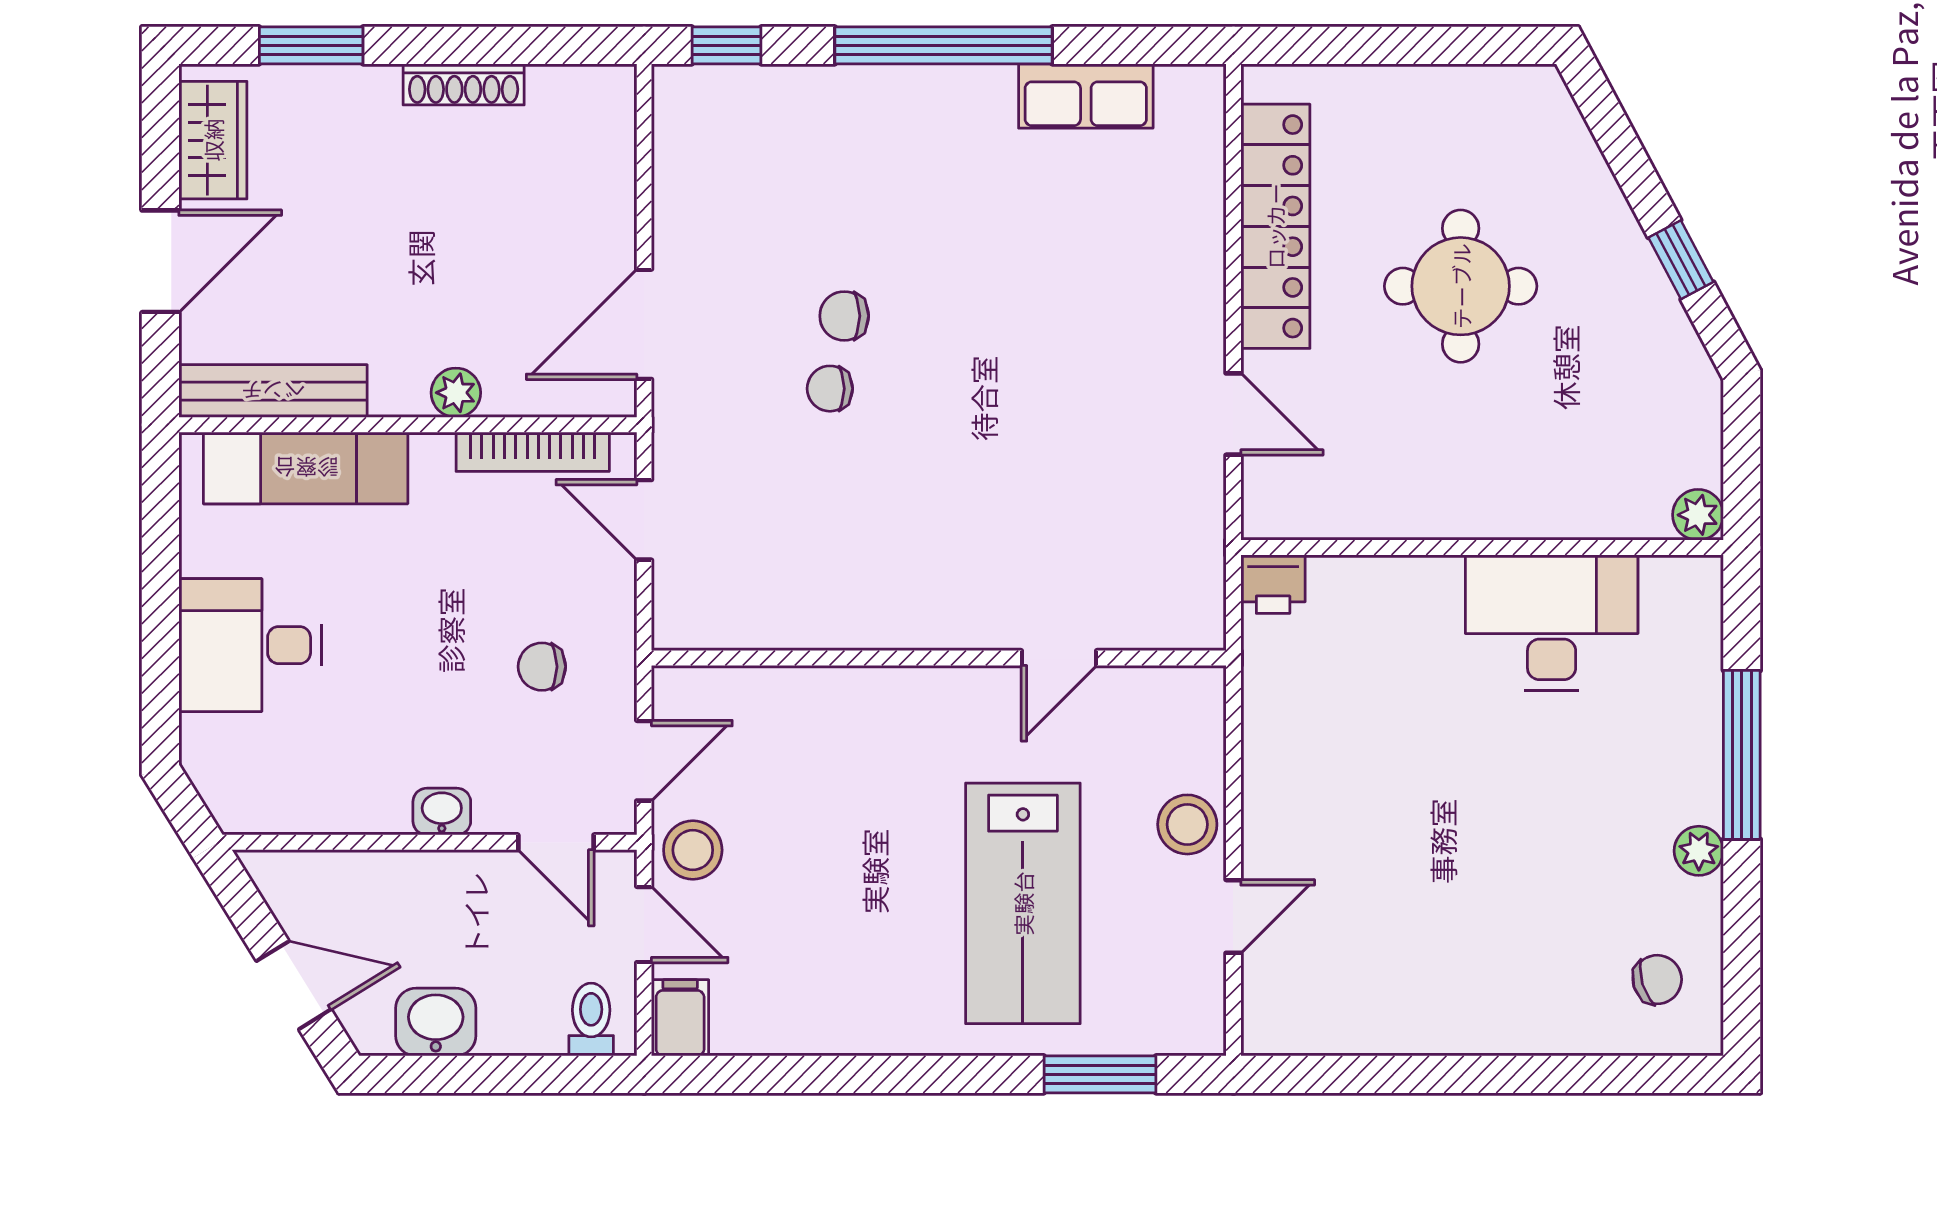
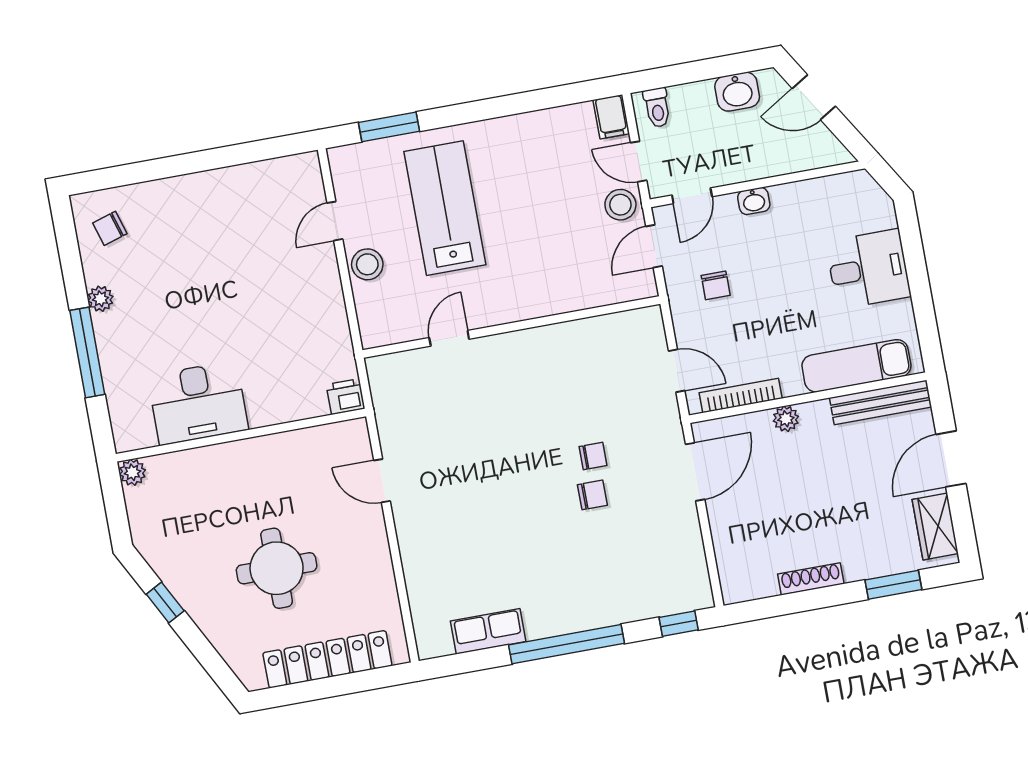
locker: (1275, 226) -> (327, 659), moved, turned 90
chair: (542, 667) -> (716, 285), turned 90
door: (556, 842) -> (692, 196), swing flipped

